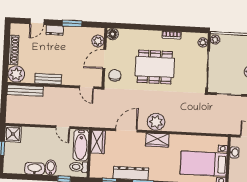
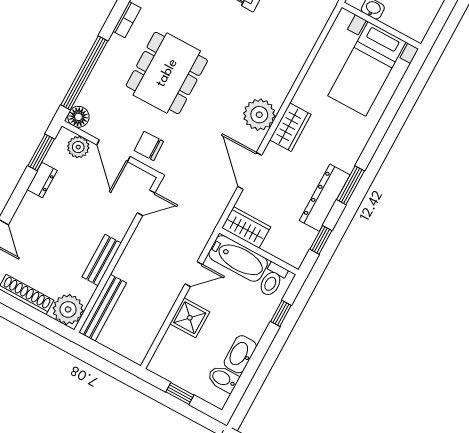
window: (72, 23) -> (41, 152), moved
window: (136, 27) -> (84, 73), added
dresser: (55, 30) -> (42, 180), moved
shower: (13, 134) -> (190, 318), moved
bidet: (51, 168) -> (223, 379), moved

